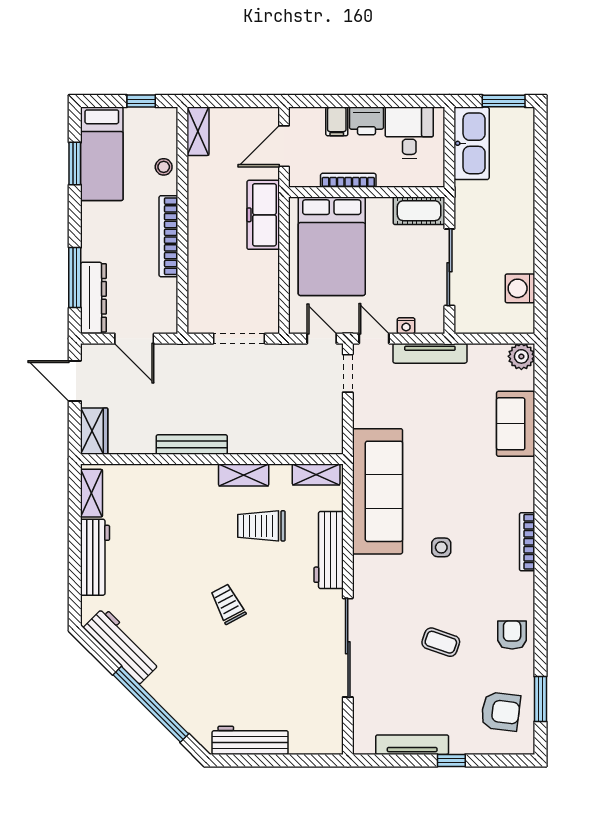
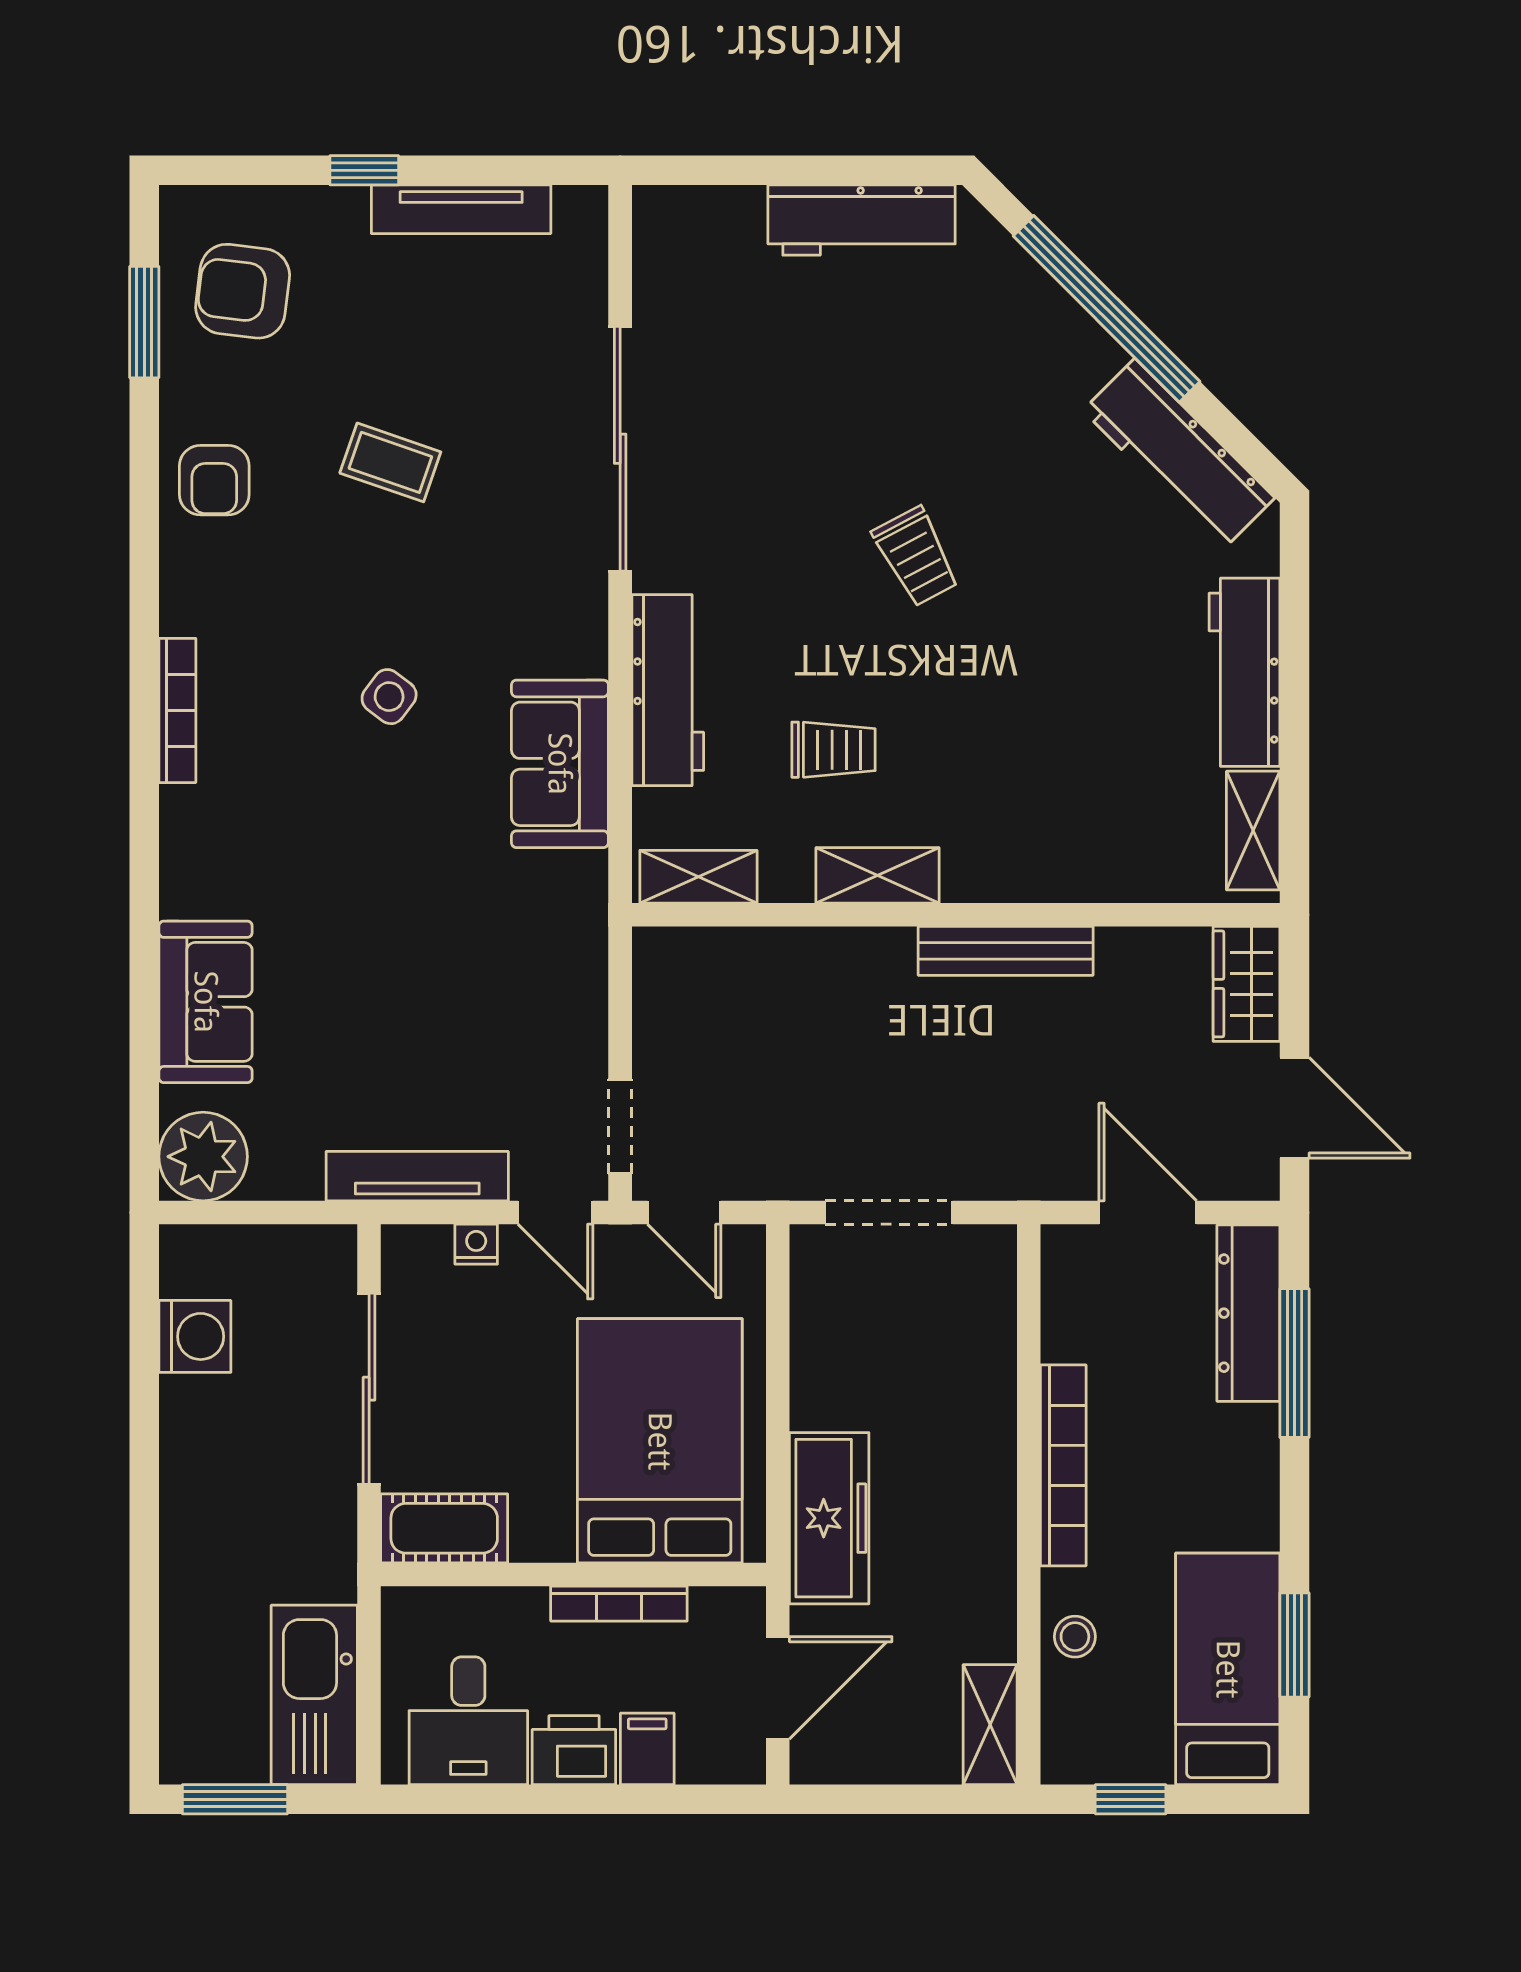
plant: (521, 356) -> (203, 1157), width x1.36, depth x1.36
sofa: (377, 491) -> (560, 764), width x0.54, depth x0.79
trolley: (261, 526) -> (834, 750), width x0.73, depth x0.72
side table: (441, 547) -> (389, 697), turned 37

